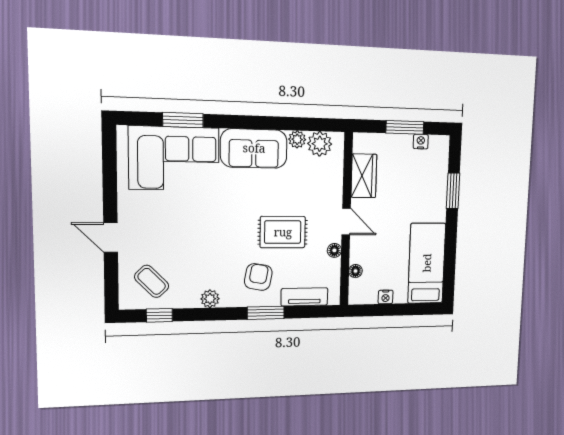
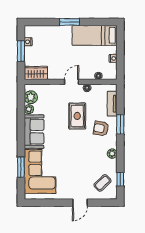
wardrobe: (364, 176) -> (36, 73), moved
window: (453, 191) -> (69, 22), moved

